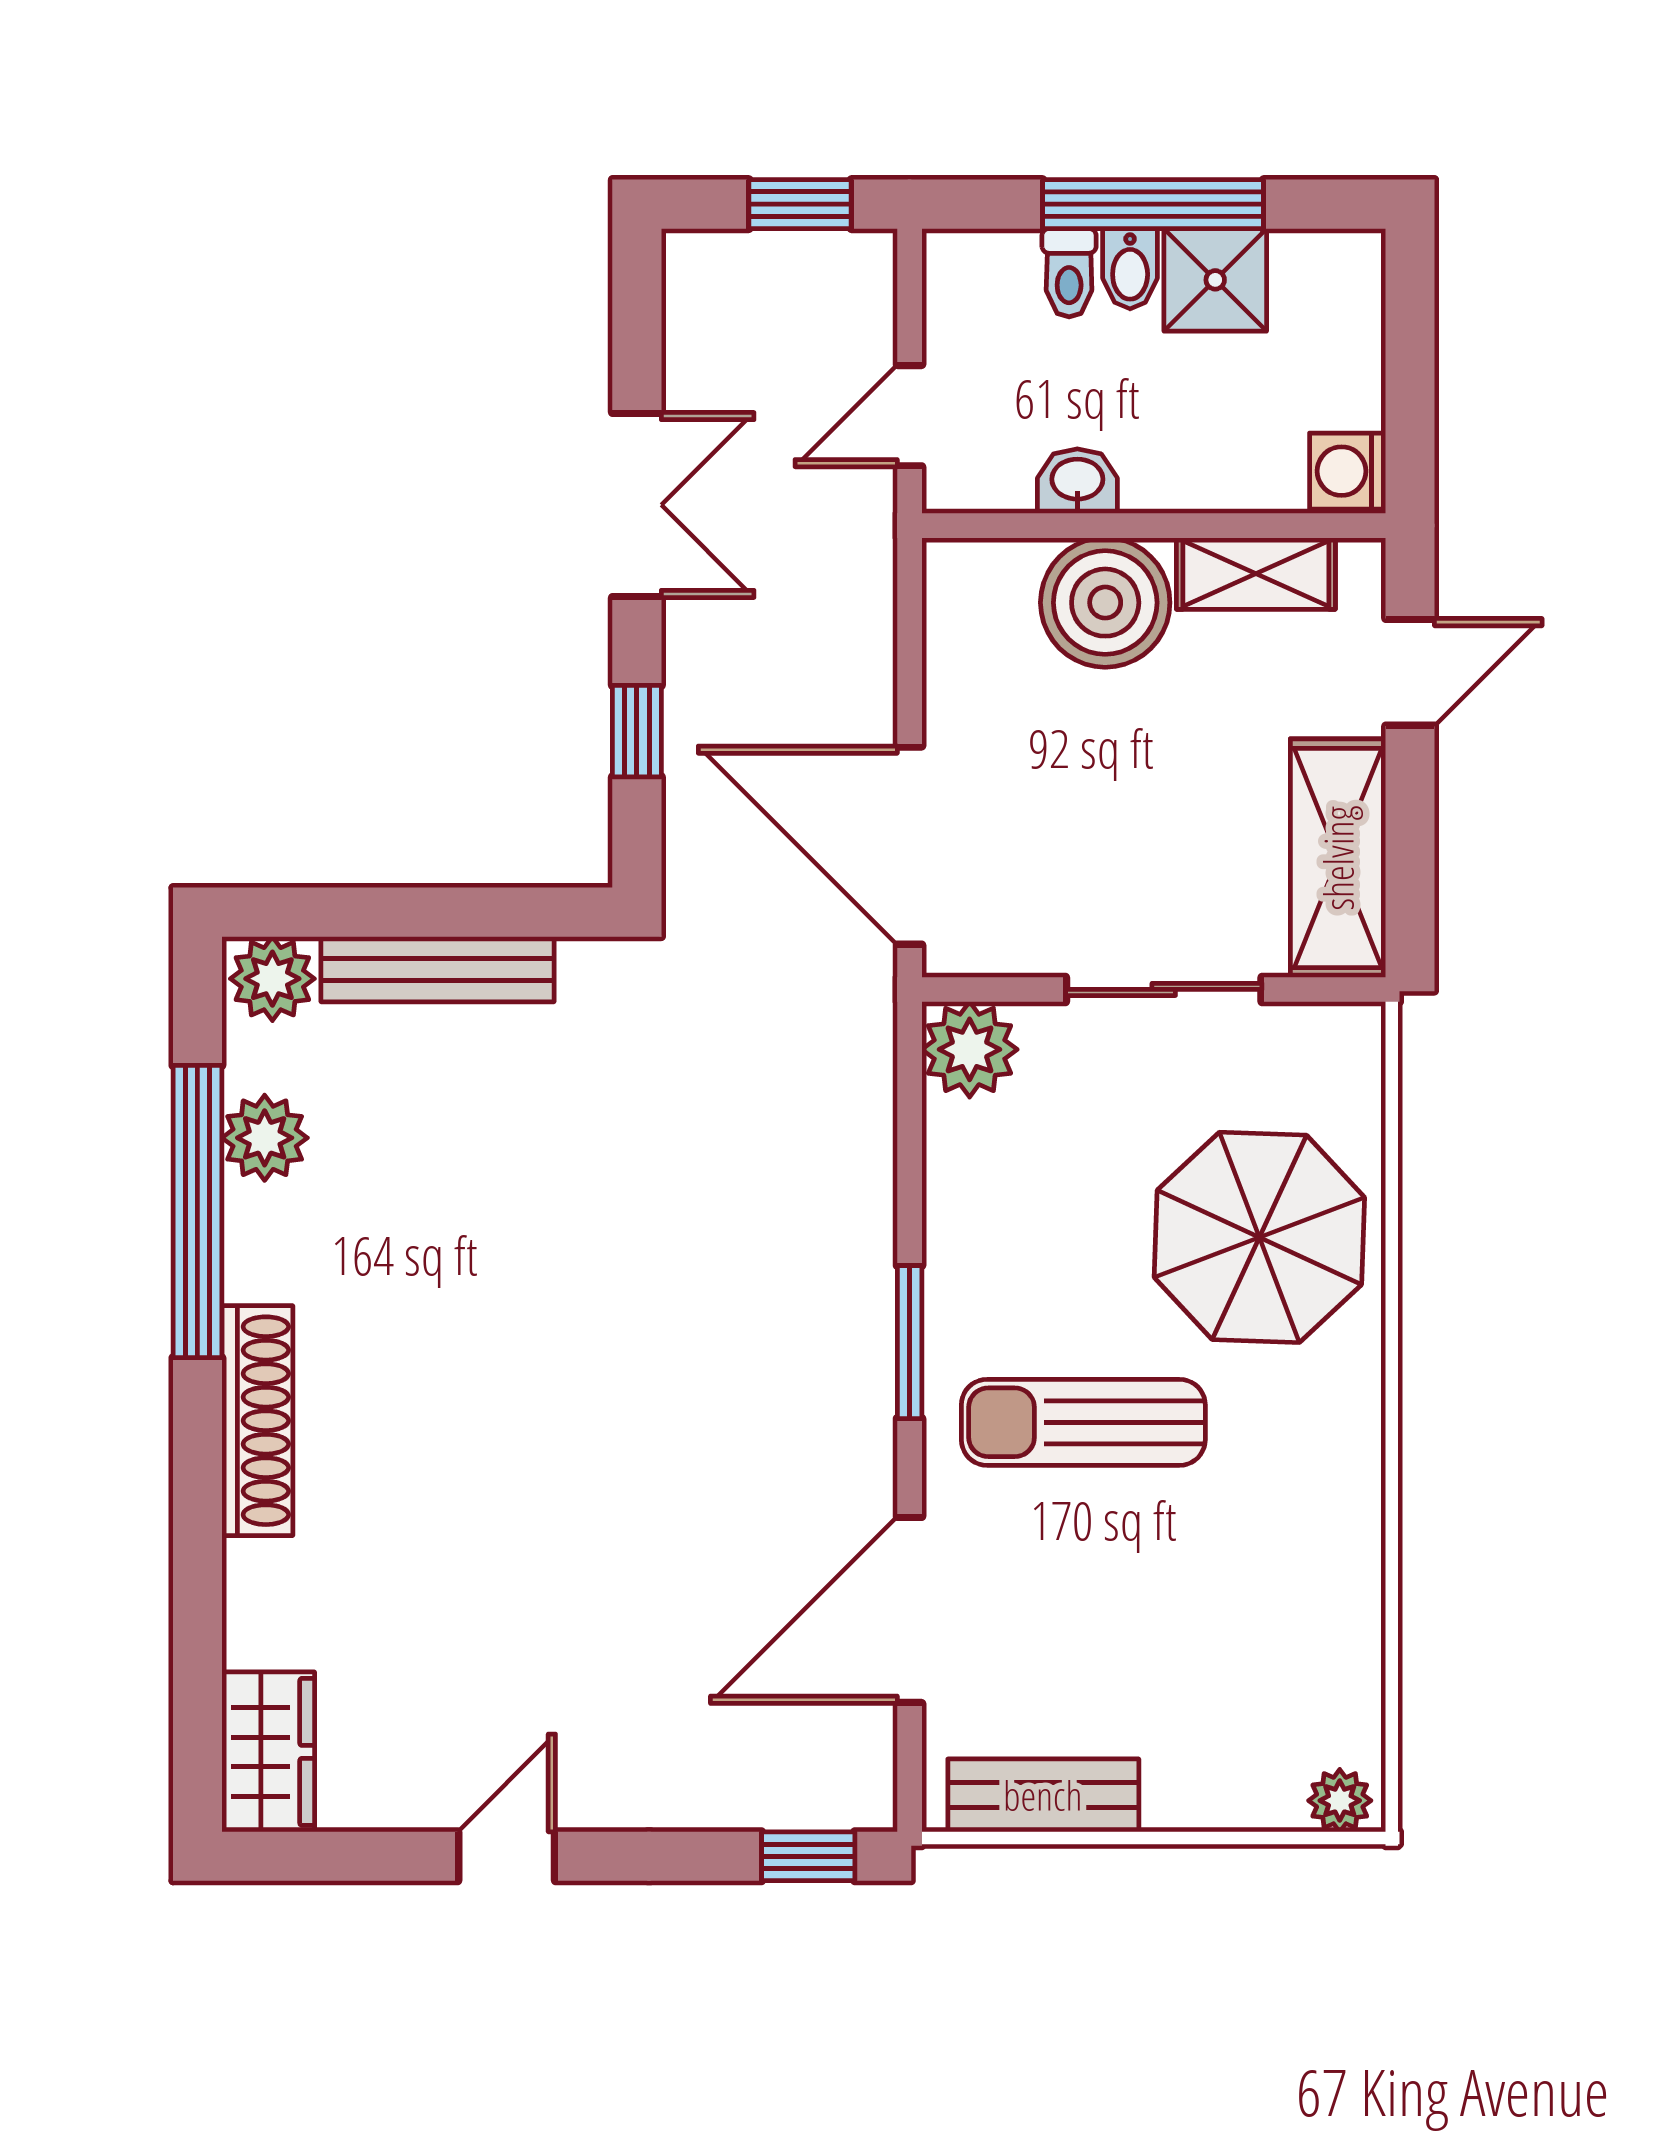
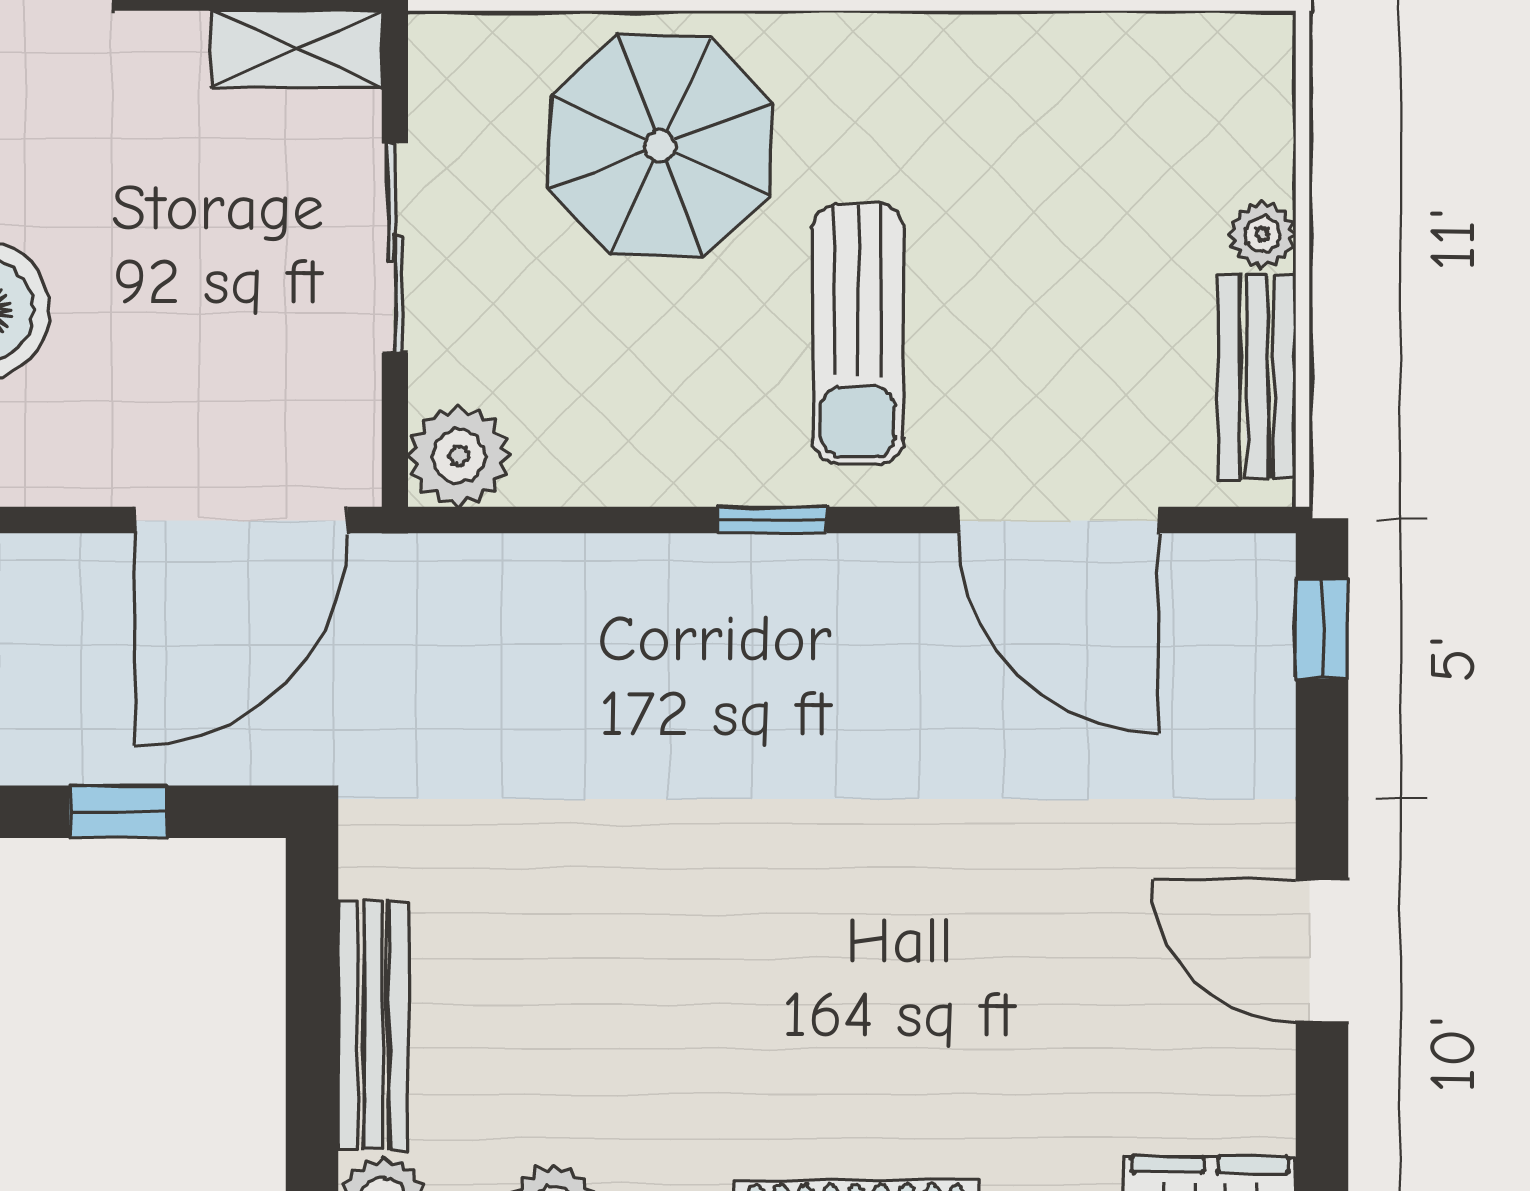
shelving: (1338, 858) -> (297, 49), width x0.67, depth x0.75
window: (910, 1342) -> (772, 520), width x0.67
plant: (1340, 1801) -> (1262, 234), moved
door: (507, 1856) -> (1322, 951), width x1.38

